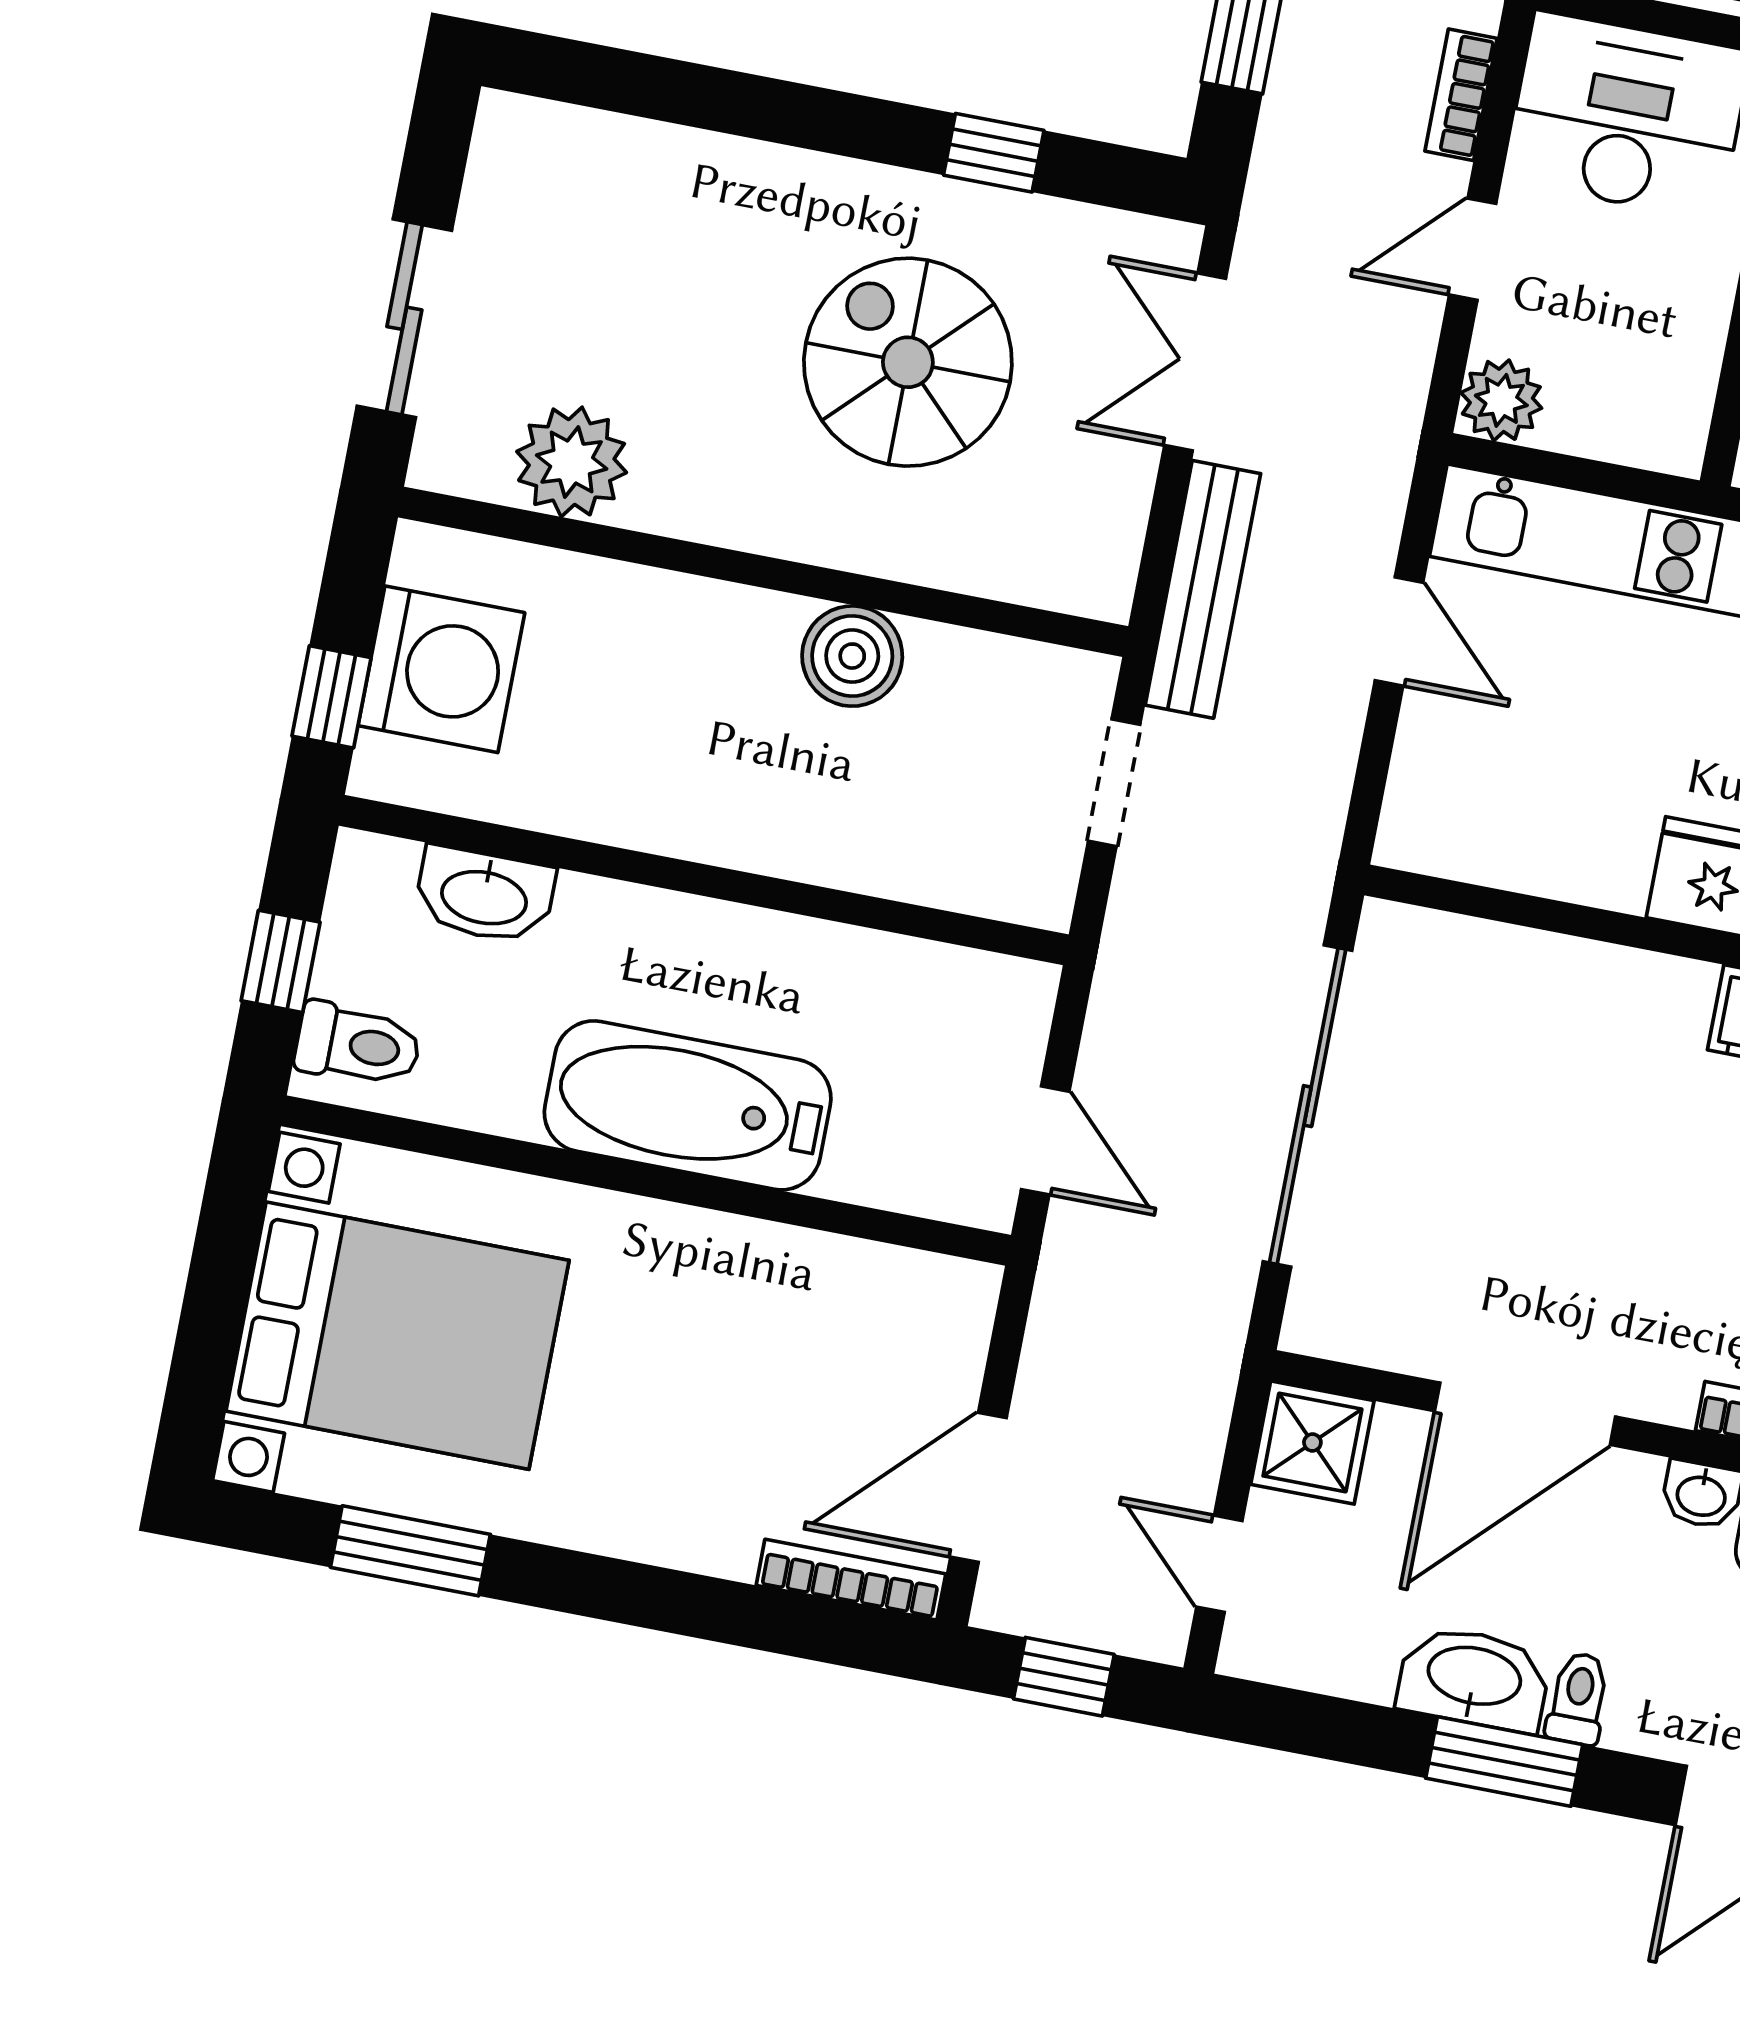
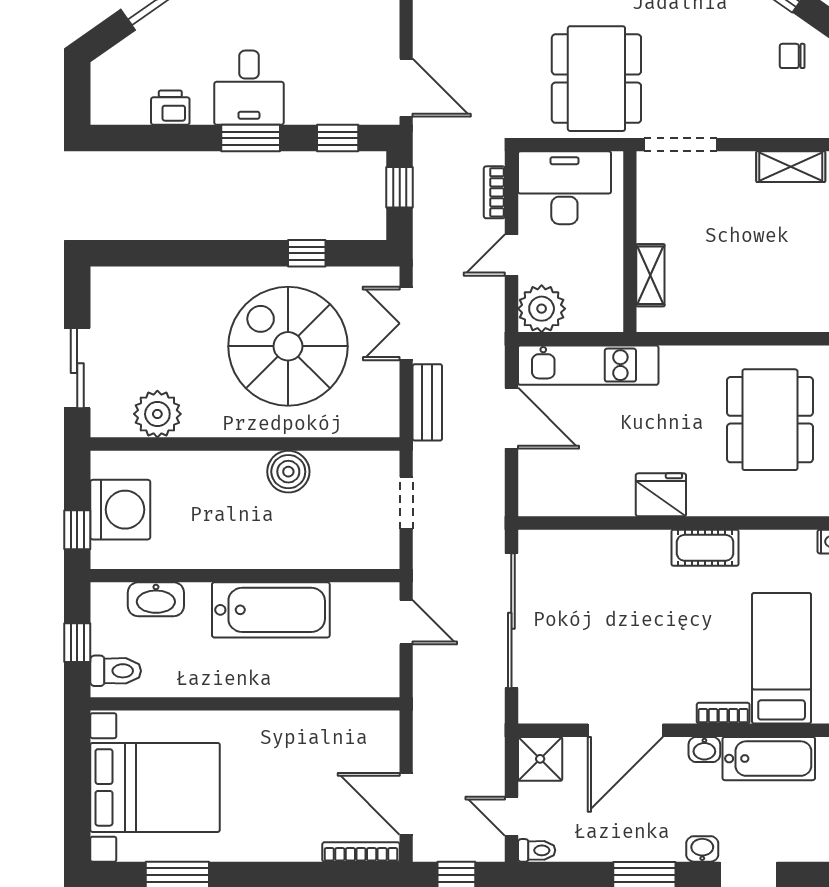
spiral stairs: (908, 362) -> (288, 346), width x1.37, depth x1.37
plant: (1501, 400) -> (542, 309), width x1.36, depth x1.36
bench: (1203, 589) -> (427, 402), width x0.73
door: (1399, 631) -> (511, 418), width x1.38
bathtub: (688, 1105) -> (271, 610), moved, turned 180
door: (1045, 1140) -> (406, 622), moved
door: (978, 1487) -> (406, 804), hinge flipped
washbasin: (1474, 1678) -> (702, 849), moved, width x0.52, depth x0.69
toilet: (1578, 1698) -> (537, 850), moved, turned 90

